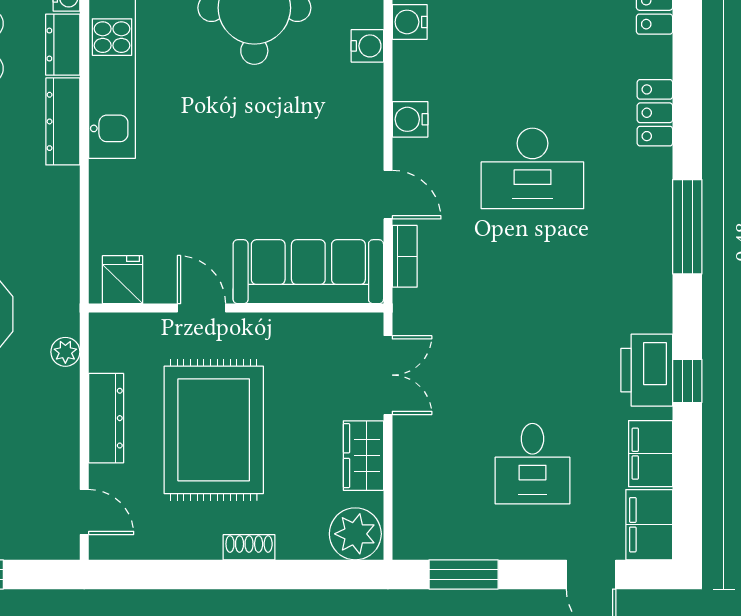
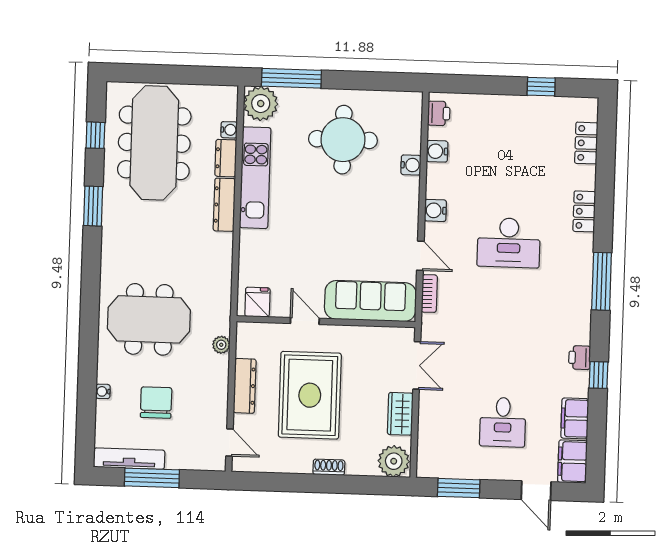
printer: (647, 370) -> (580, 358), width x0.53, depth x0.68

